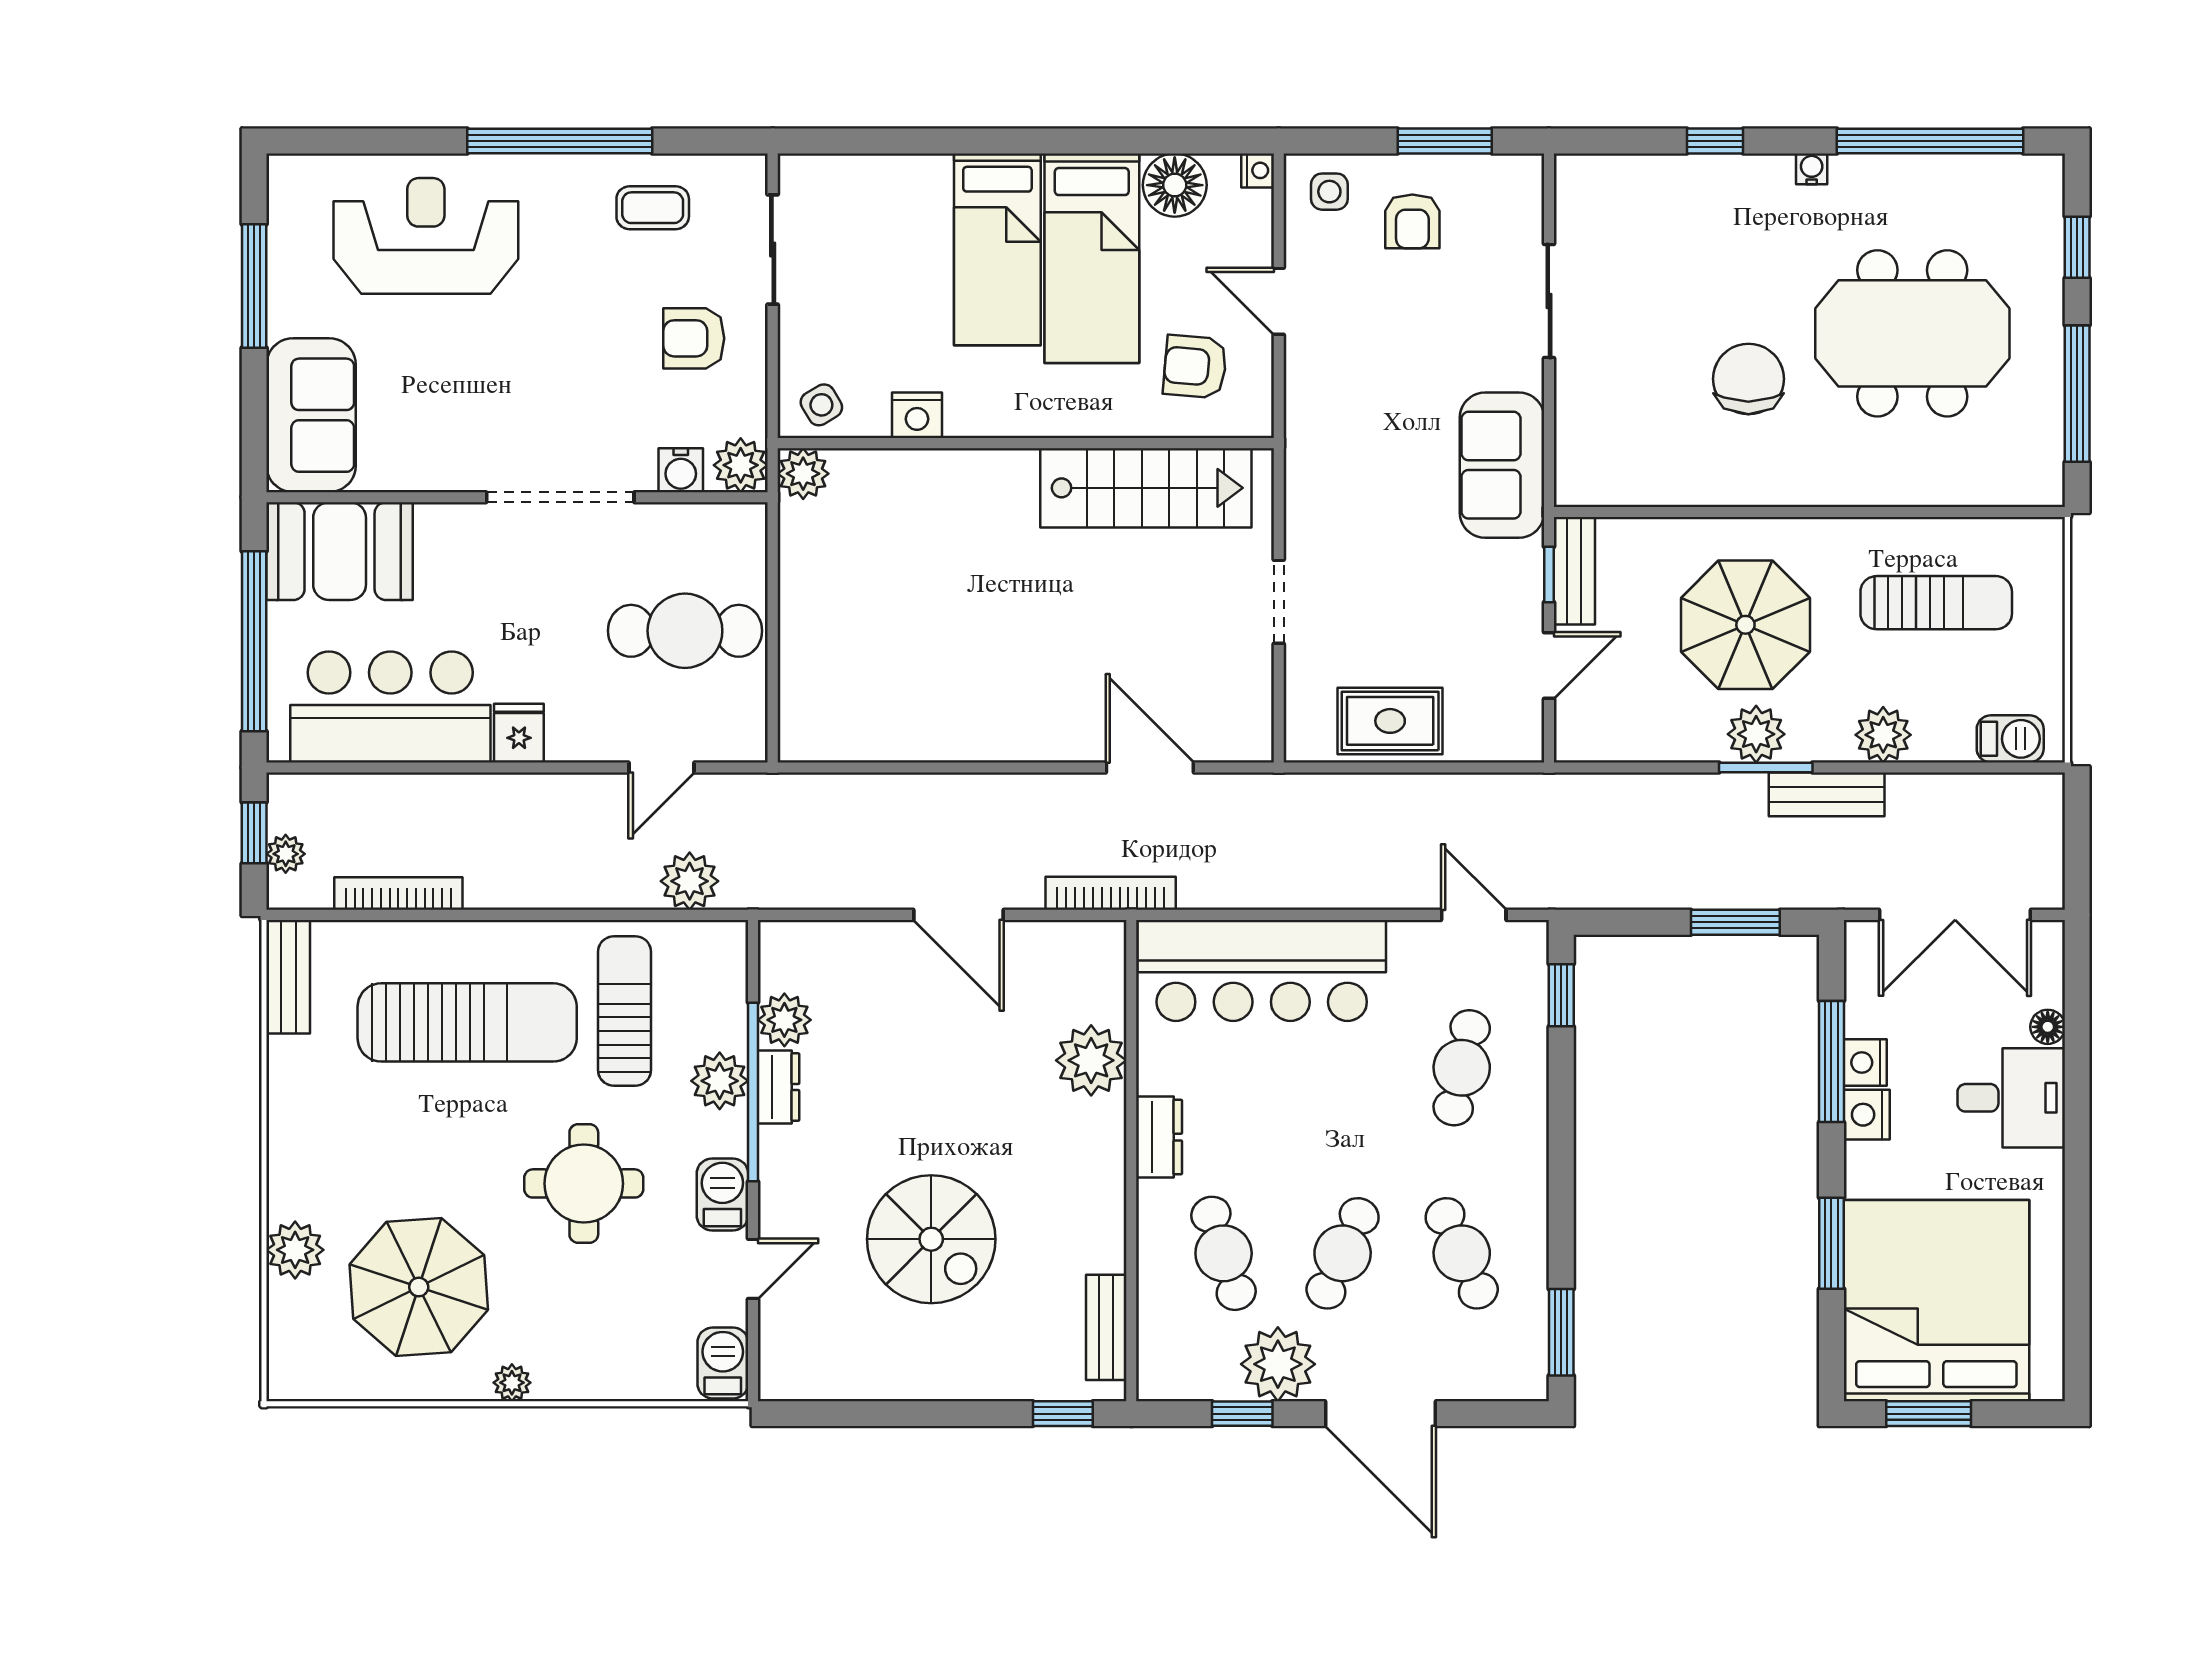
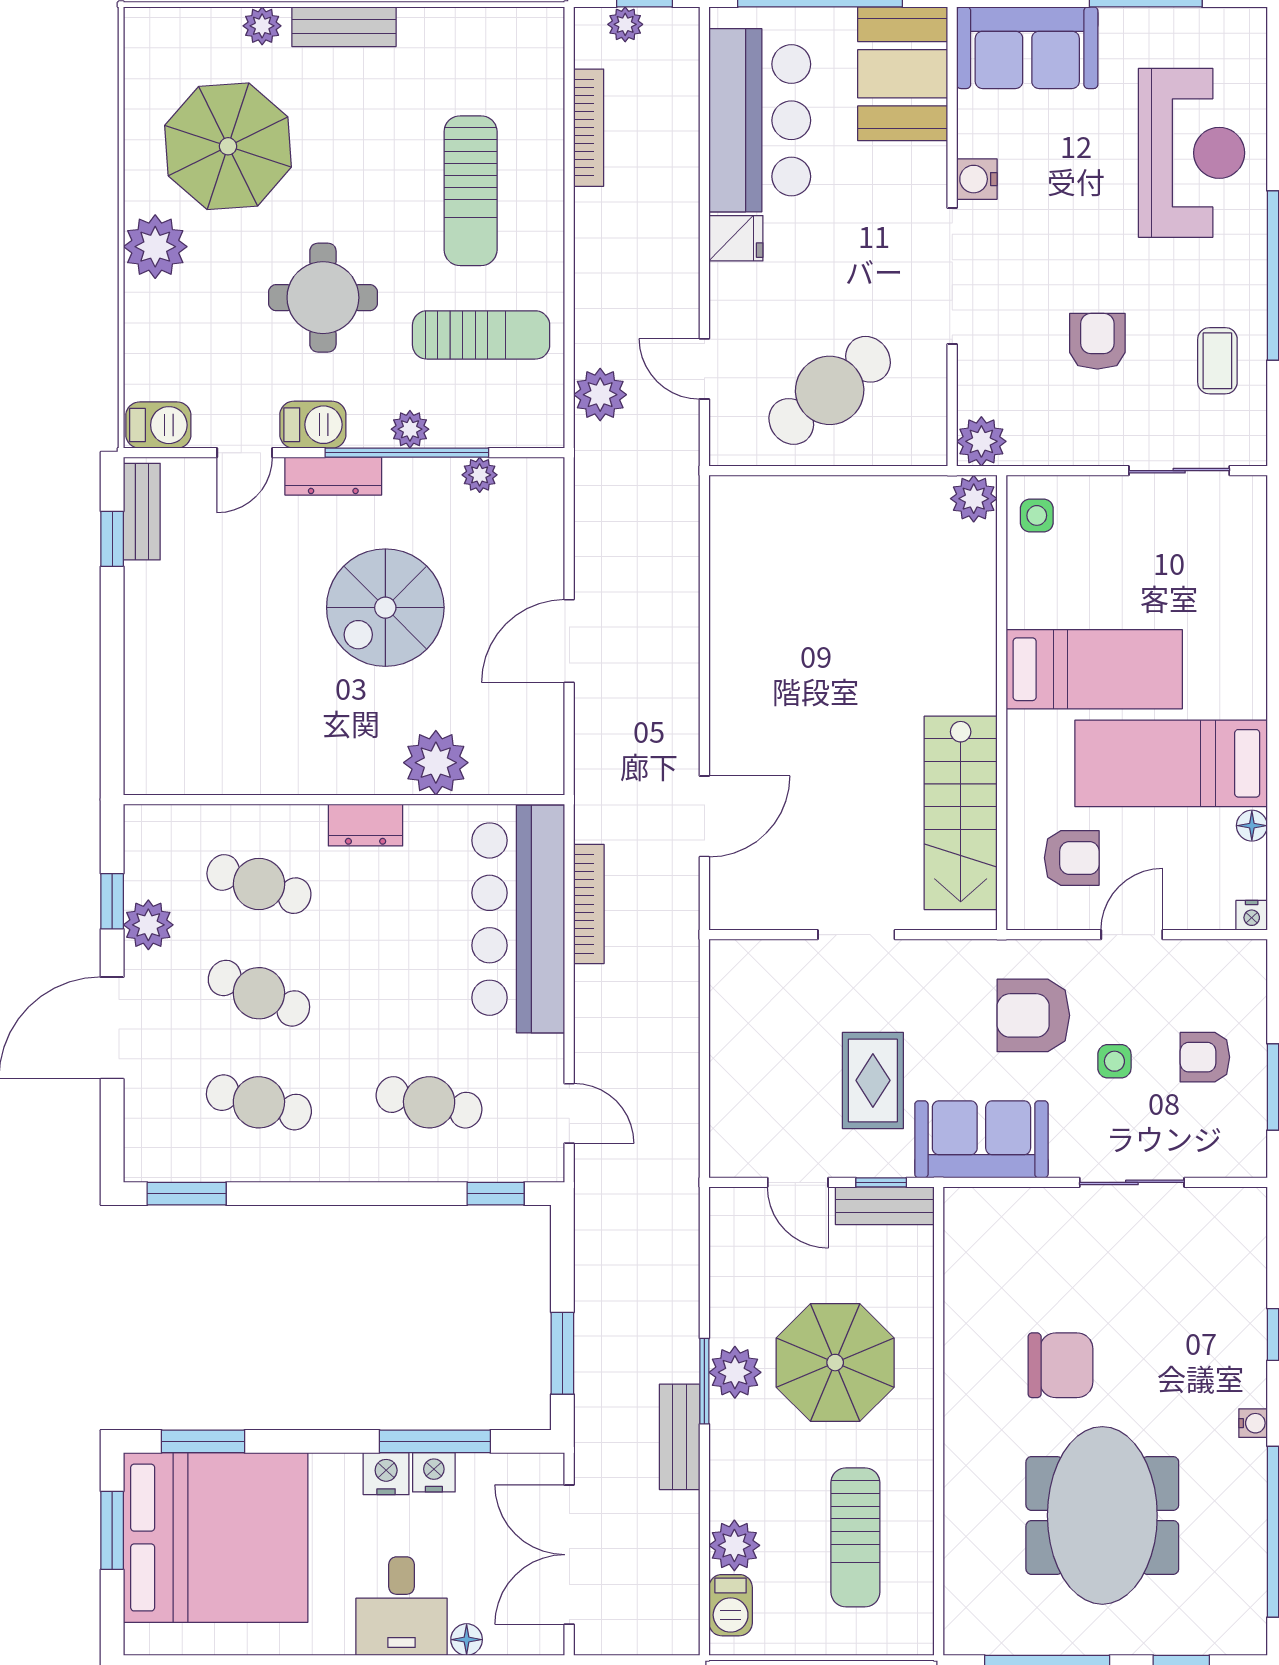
floor lamp: (1175, 185) -> (1252, 826), width x0.53, depth x0.53
side table: (1329, 192) -> (1114, 1061), moved
bed: (997, 249) -> (1094, 669), moved, turned 180
armchair: (694, 338) -> (1097, 341), moved
armchair: (1195, 367) -> (1072, 858), turned 85
side table: (821, 405) -> (1037, 515), turned 31
armchair: (1367, 409) -> (1033, 1015), added
nightstand: (917, 415) -> (1027, 603), removed
water cooler: (681, 470) -> (977, 179), moved
cafe table: (685, 631) -> (830, 390), turned 51
rug: (1390, 721) -> (873, 1080), moved
plant: (1883, 735) -> (734, 1545), moved
bookcase: (1111, 893) -> (589, 904), moved
door: (1474, 915) -> (569, 1113), hinge flipped
bench: (288, 977) -> (344, 27), moved
plant: (784, 1020) -> (480, 475), width x0.73, depth x0.73
sun lounger: (467, 1022) -> (471, 191), width x0.73, depth x0.75
plant: (720, 1081) -> (410, 429), width x0.73, depth x0.73
dresser: (779, 1087) -> (333, 476), moved, width x1.44
spiral stairs: (931, 1239) -> (385, 608), moved
window: (1831, 1243) -> (203, 1441), moved
plant: (295, 1250) -> (262, 26), width x0.73, depth x0.73
cafe table: (1224, 1253) -> (259, 884), turned 36
cafe table: (1462, 1253) -> (259, 1102), turned 39
door: (753, 1269) -> (245, 453), hinge flipped
bench: (1106, 1327) -> (142, 512), moved, turned 90
plant: (1278, 1364) -> (148, 925), width x0.73, depth x0.73
plant: (512, 1383) -> (155, 247), width x1.88, depth x1.88
window: (1063, 1414) -> (112, 539), moved

